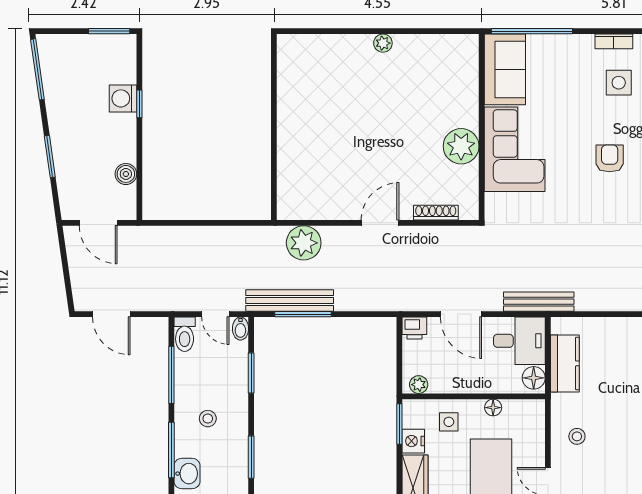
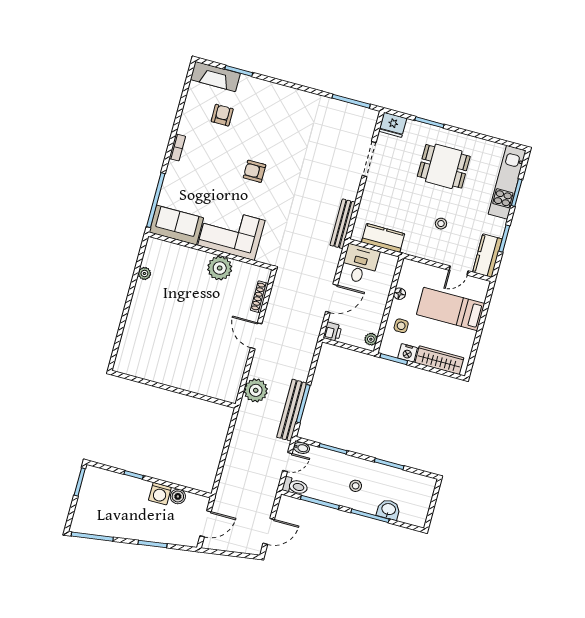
plant: (383, 43) -> (144, 273), moved
side table: (619, 83) -> (206, 152), removed
washing machine: (123, 98) -> (160, 494), moved
bench: (539, 302) -> (343, 224), moved
floor lamp: (534, 378) -> (387, 261), removed
stool: (577, 436) -> (441, 224), moved

